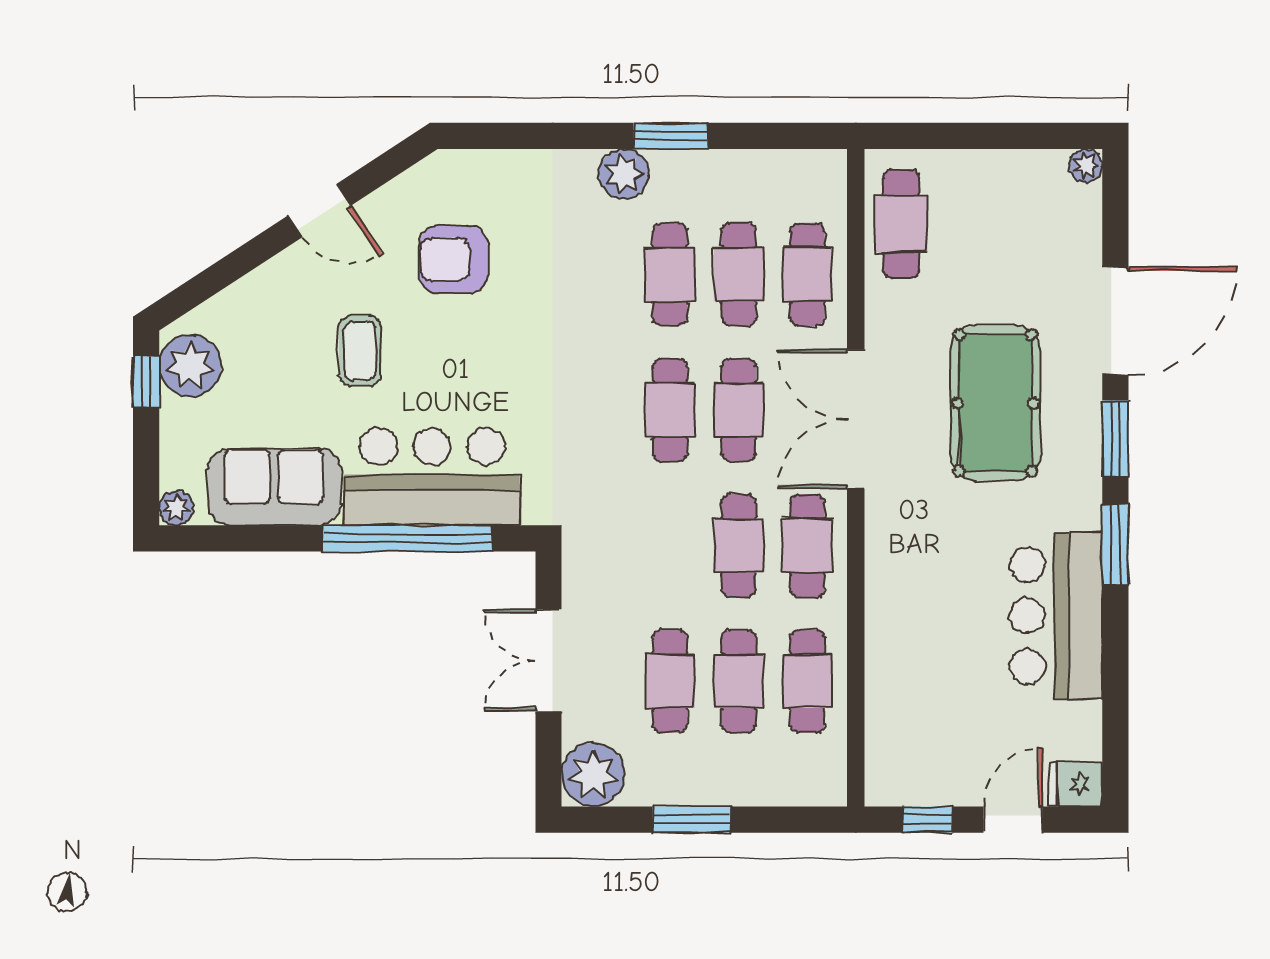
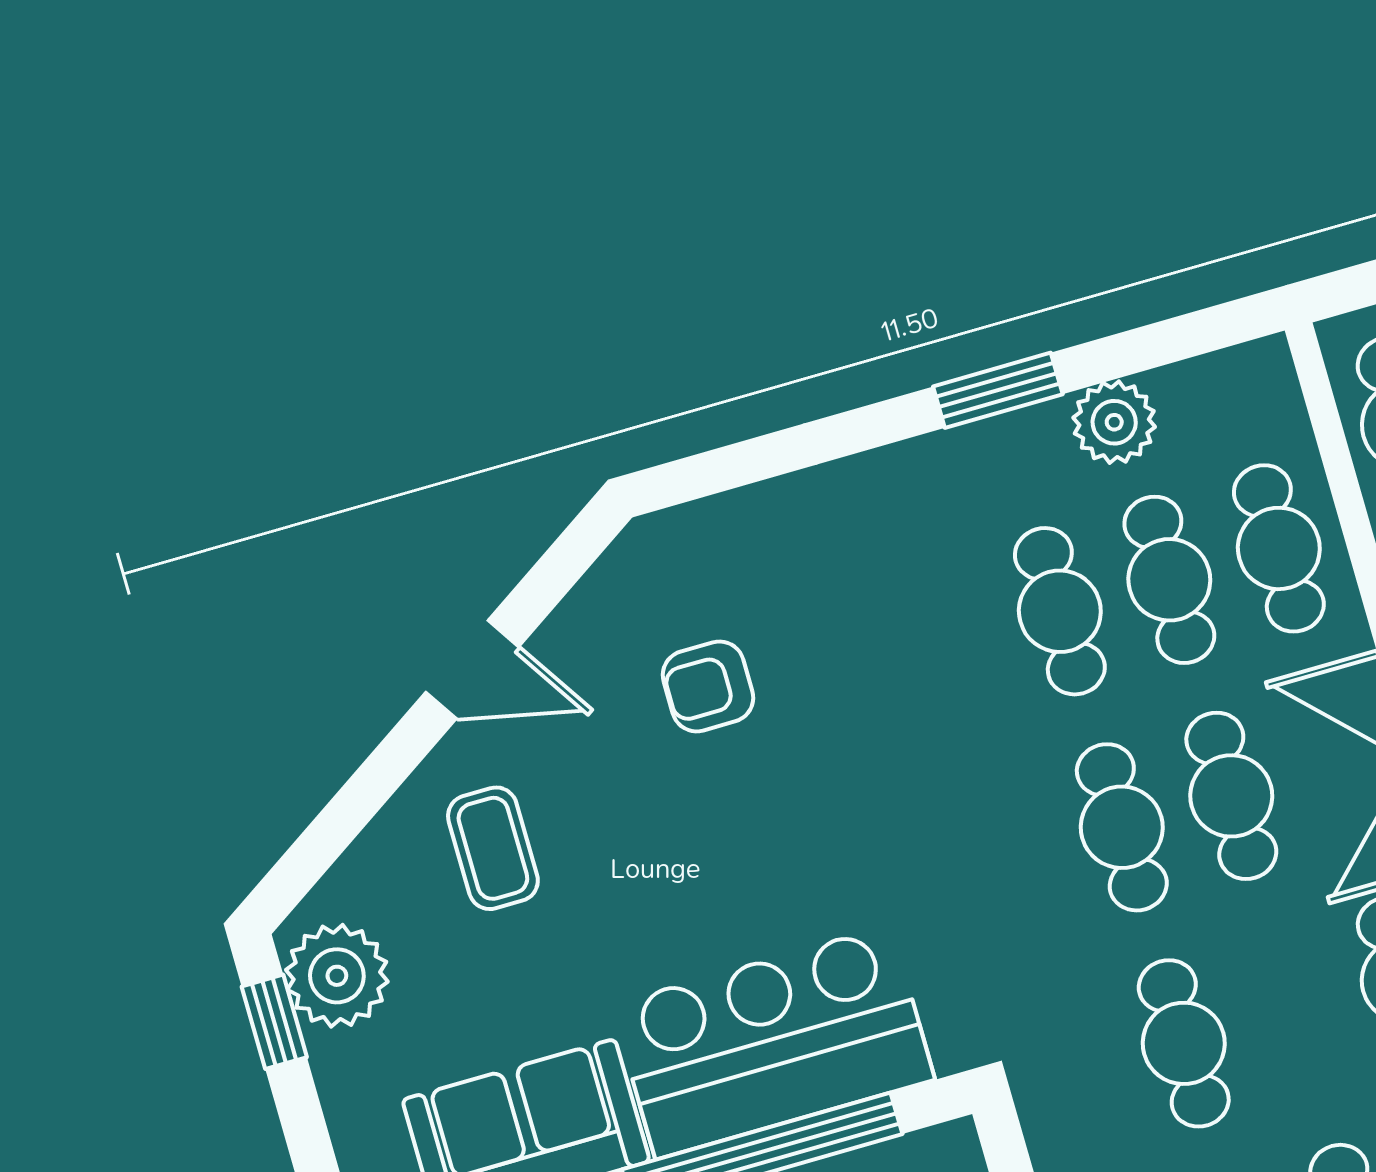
plant: (624, 174) -> (1114, 422), moved
armchair: (453, 260) -> (708, 686), width x0.72, depth x0.72
coffee table: (360, 351) -> (493, 848), moved
cafe table: (739, 546) -> (1184, 1043), moved

